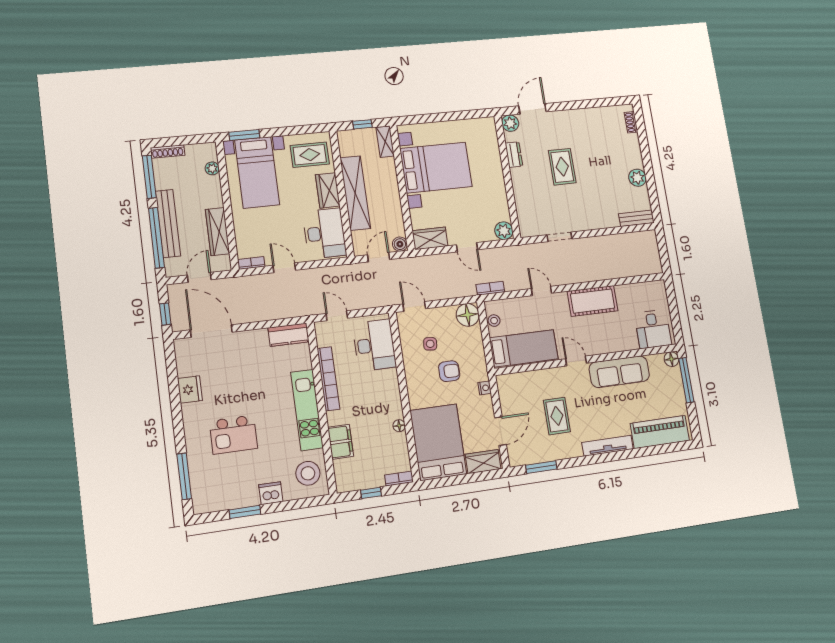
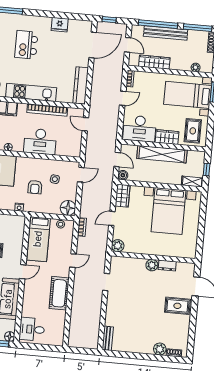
plant: (510, 123) -> (152, 265), moved
rug: (562, 167) -> (177, 306), moved
plant: (637, 178) -> (160, 349), moved
door: (337, 316) -> (85, 124), swing flipped
kitchen counter: (288, 335) -> (81, 85), width x1.50
desk: (374, 345) -> (40, 141), moved

